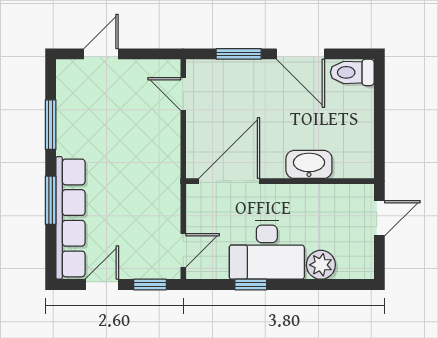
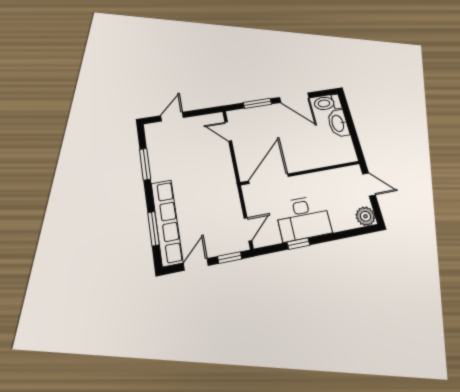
washbasin: (309, 164) -> (338, 123), moved, turned -90
window: (51, 200) -> (153, 229), moved
door: (379, 218) -> (369, 184), hinge flipped
plant: (321, 265) -> (365, 216), moved

